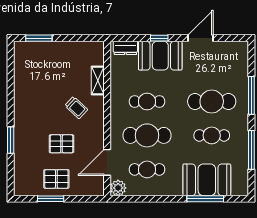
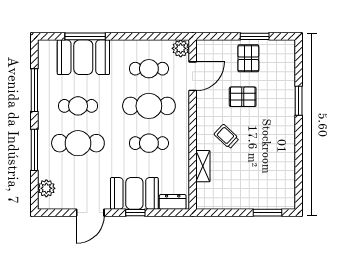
plant: (241, 60) -> (46, 188), added
pallet: (56, 179) -> (248, 58), turned 90

